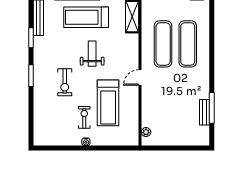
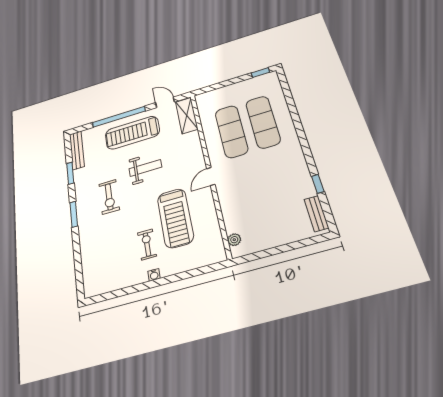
weight bench: (92, 54) -> (145, 168), turned 90
exercise bike: (65, 82) -> (109, 197), moved
window: (212, 108) -> (318, 184), width x0.46
bench: (205, 112) -> (316, 214), moved

